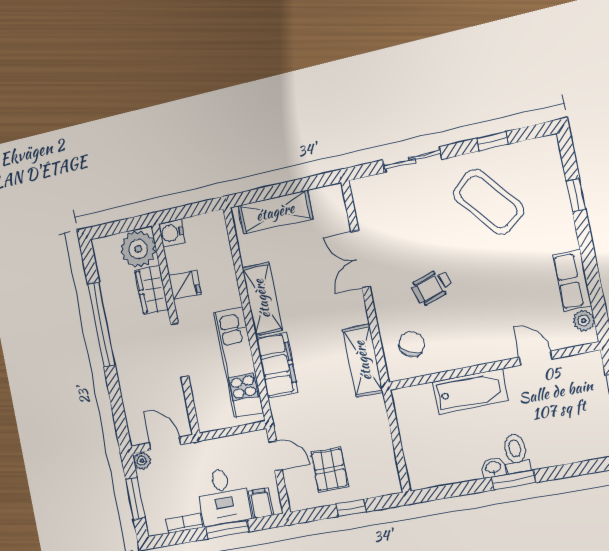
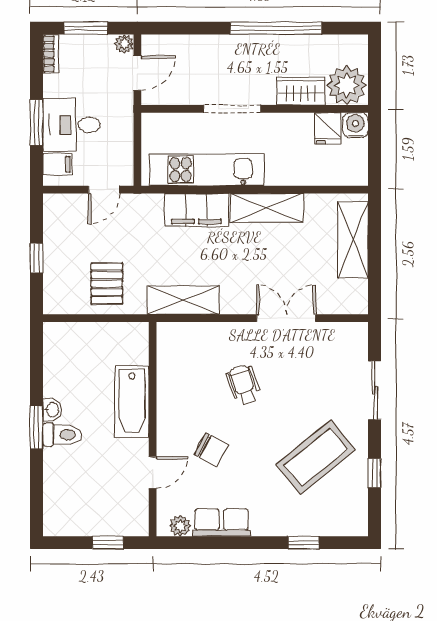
fridge: (185, 285) -> (328, 128), moved
chair: (412, 344) -> (211, 450), moved
pallet: (329, 470) -> (107, 284), moved, turned 90
bookcase: (184, 523) -> (51, 54), moved

